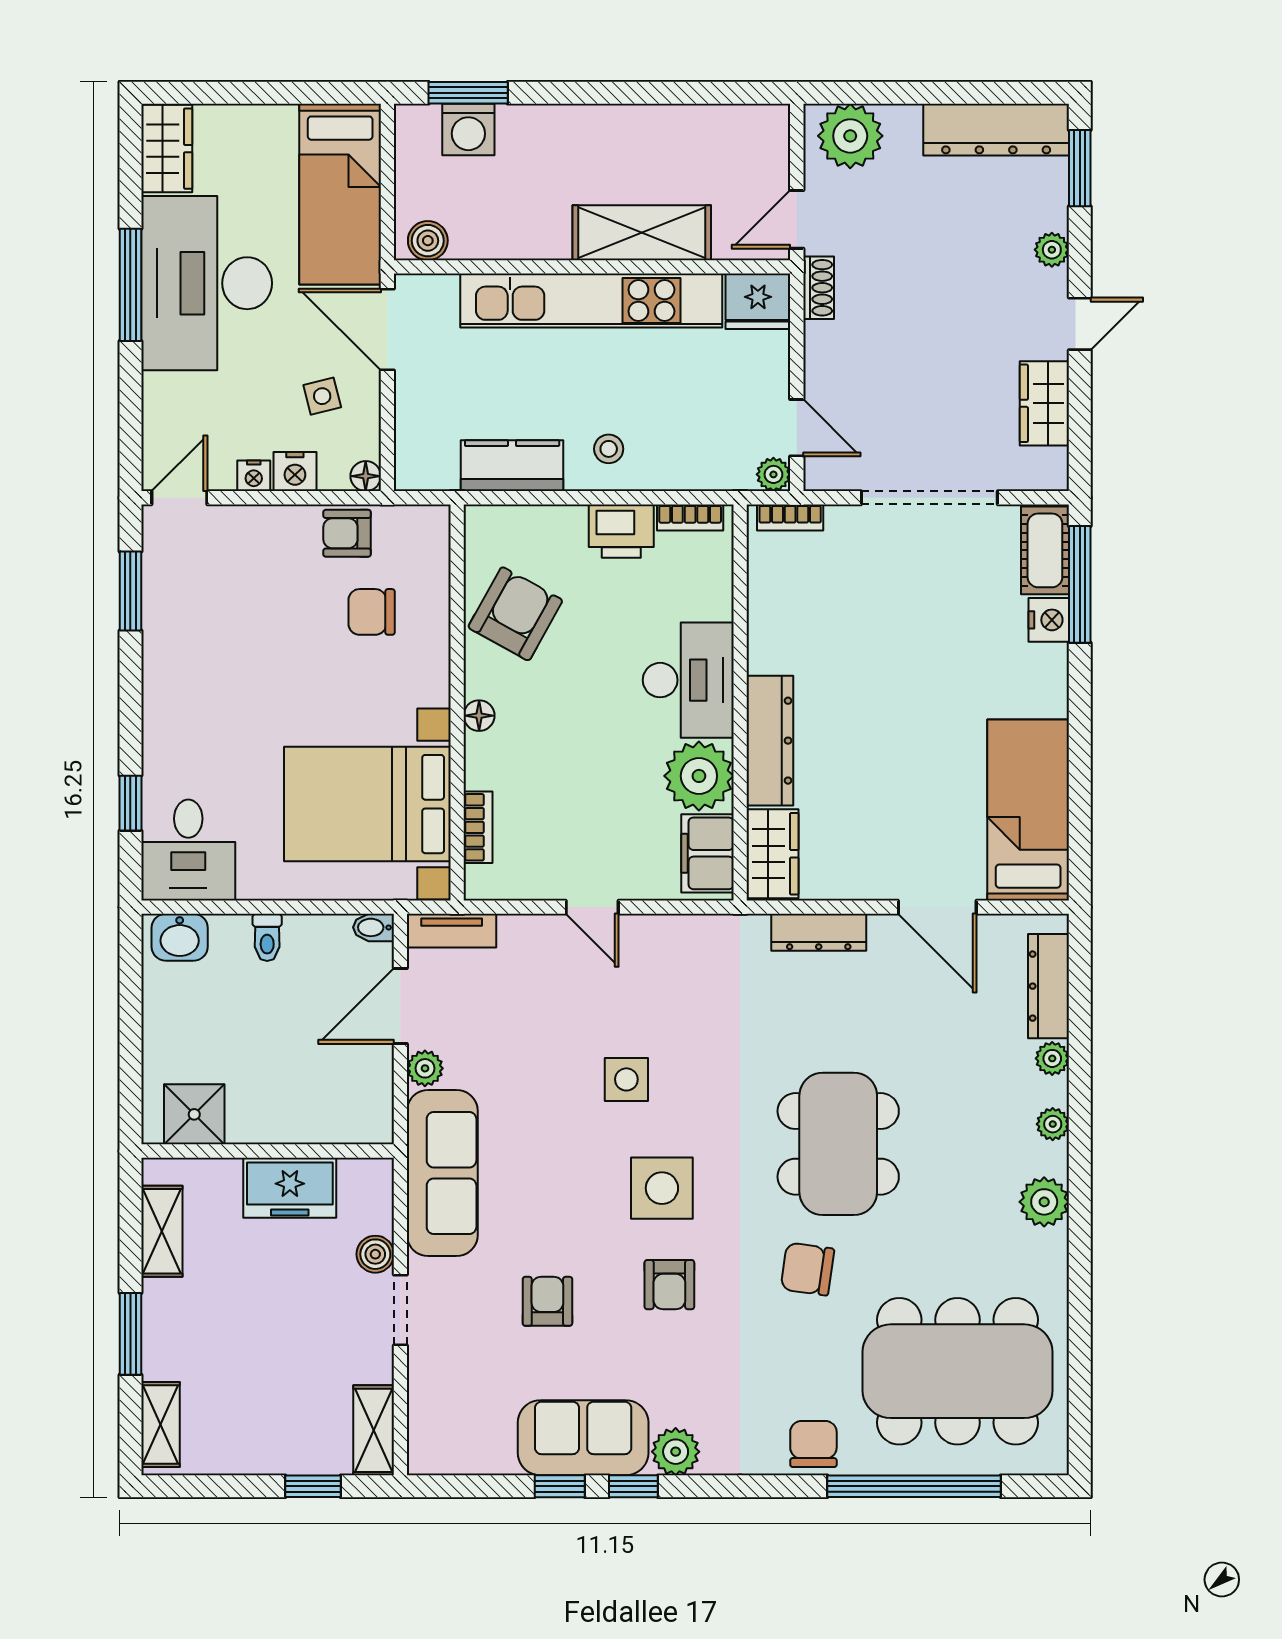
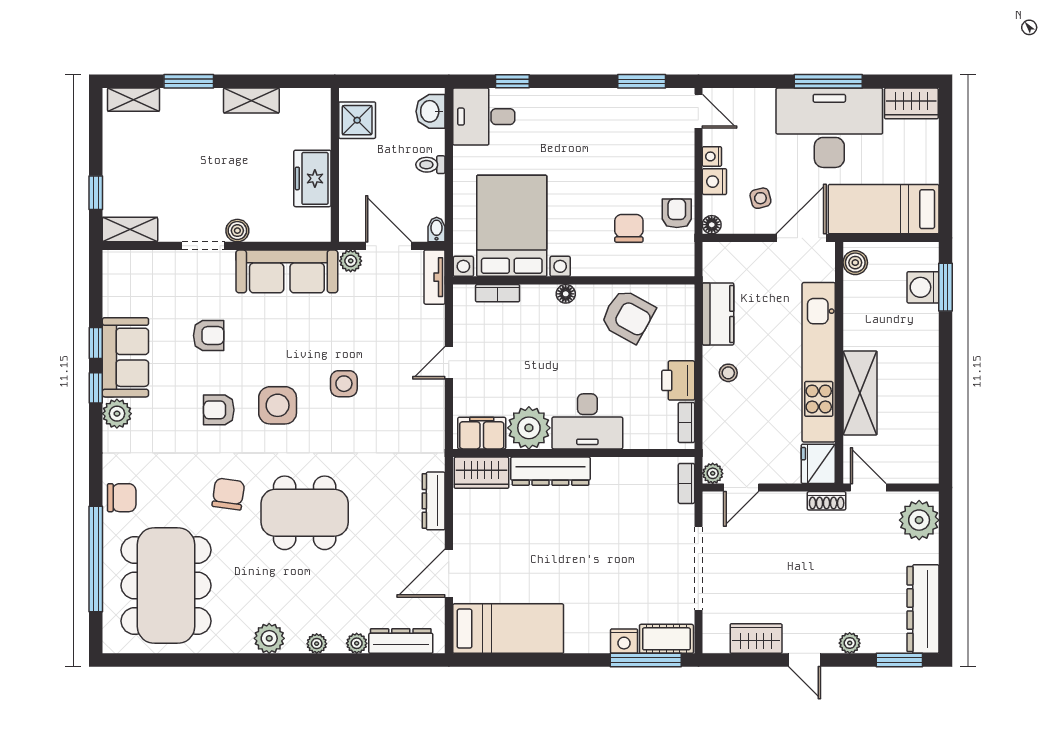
shower: (194, 1114) -> (357, 120), moved
wall: (268, 1151) -> (335, 165), moved
freezer: (290, 1188) -> (312, 178), moved

